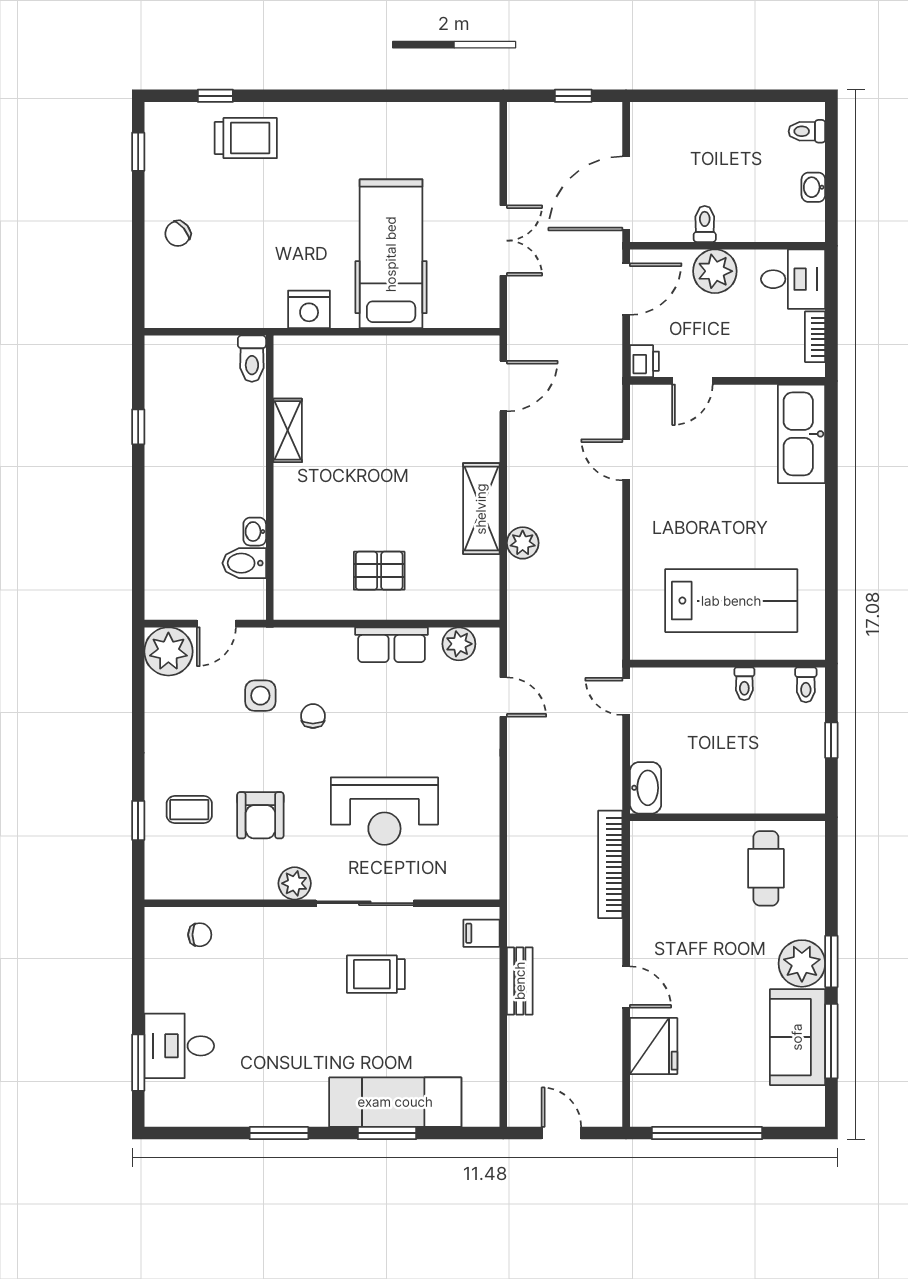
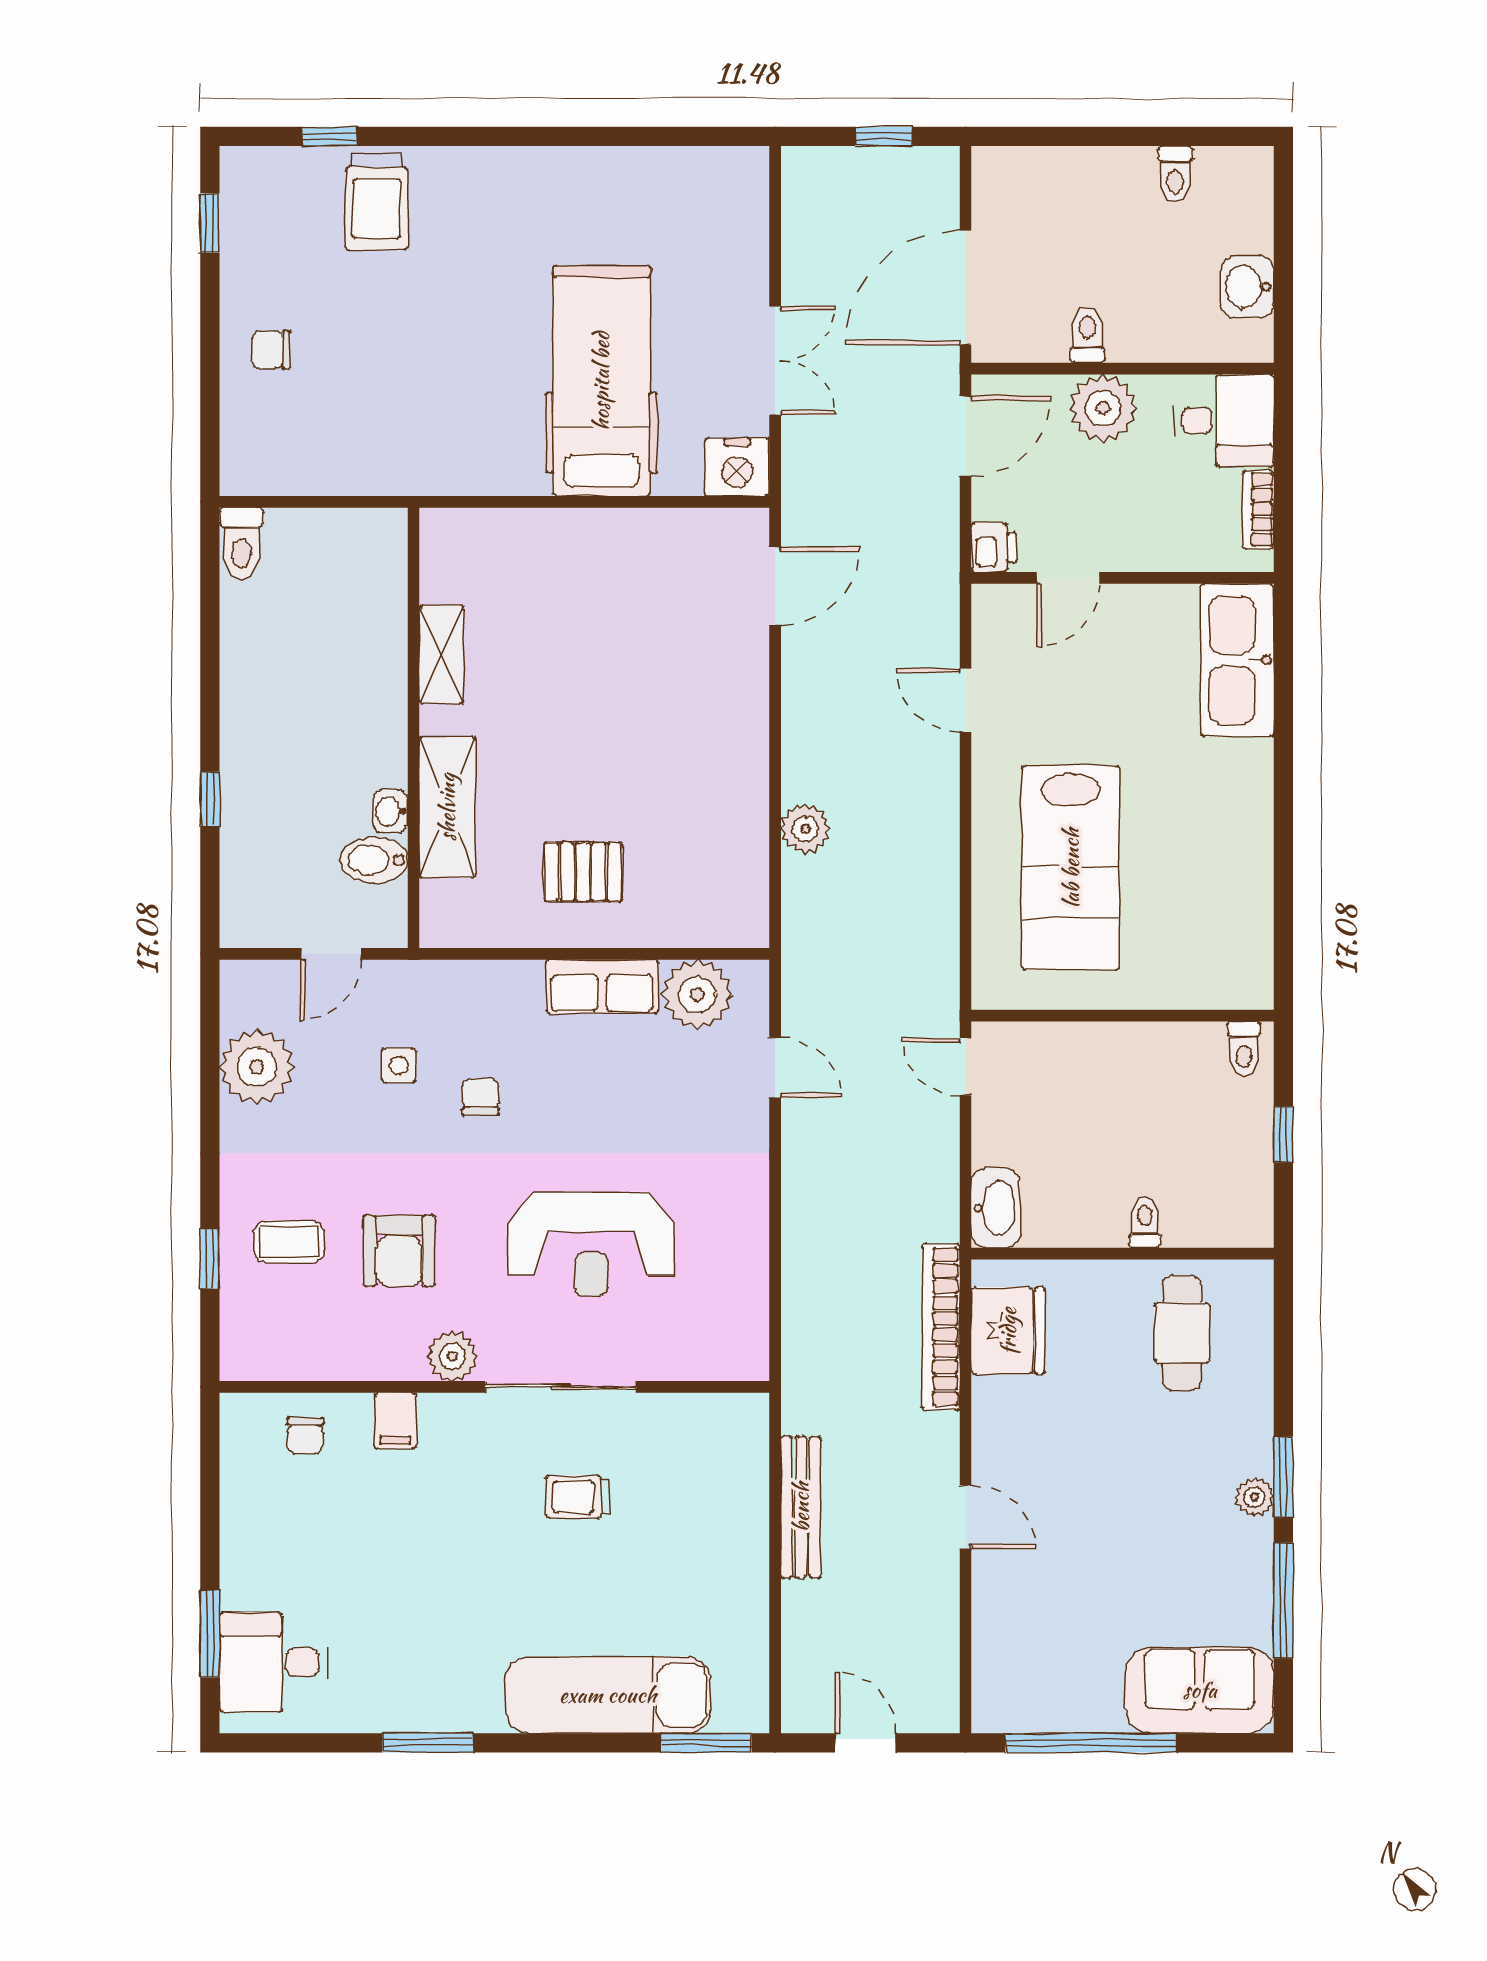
toilet: (807, 131) -> (1175, 174), moved, turned -90
trolley: (246, 138) -> (377, 202), turned 90
washbasin: (813, 187) -> (1247, 287), width x1.38, depth x1.45
chair: (178, 234) -> (271, 350), turned 40
nightstand: (309, 309) -> (737, 467), moved
toilet: (252, 359) -> (241, 543), moved
window: (138, 427) -> (210, 799), moved
shelving: (481, 509) -> (447, 807), moved
lab bench: (731, 601) -> (1071, 868), moved, turned 90
plant: (459, 644) -> (697, 994), width x1.36, depth x1.36
plant: (168, 651) -> (257, 1067), moved
toilet: (744, 684) -> (1145, 1222), moved, turned 180
side table: (260, 696) -> (399, 1065), width x0.73, depth x0.73
filing cabinet: (481, 933) -> (395, 1421), moved, turned -90
chair: (200, 935) -> (305, 1436), turned 90
plant: (802, 963) -> (1255, 1497), width x0.53, depth x0.53
trolley: (376, 974) -> (578, 1497), width x0.73, depth x0.72
bench: (520, 981) -> (801, 1507), width x1.36
sofa: (797, 1037) -> (1200, 1690), moved, turned 90
desk: (179, 1046) -> (273, 1662), moved
fridge: (654, 1046) -> (1008, 1331), moved
window: (387, 1133) -> (706, 1743), moved

